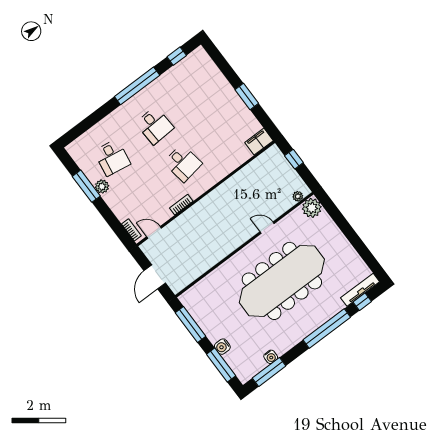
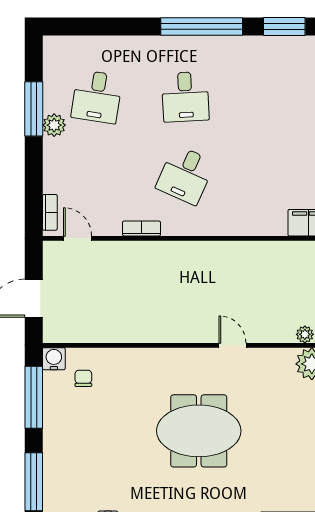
window: (177, 56) -> (284, 27), width x1.50
desk: (183, 163) -> (185, 175), turned 33
meeting table: (282, 281) -> (199, 431), width x0.54, depth x0.79
chair: (207, 297) -> (83, 378), added
water cooler: (222, 347) -> (54, 359), moved, turned 90

